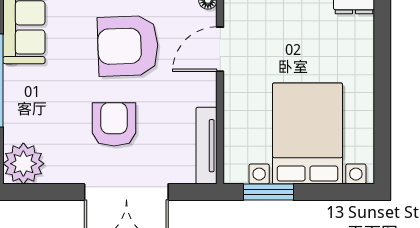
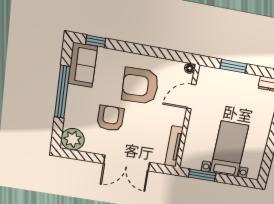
armchair: (114, 124) -> (110, 118), moved
bed with nightstands: (307, 133) -> (229, 149), width x0.73

